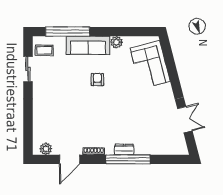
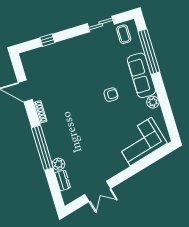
window: (28, 124) -> (47, 40), added
plant: (46, 149) -> (58, 164), moved
dresser: (124, 149) -> (63, 180), moved

